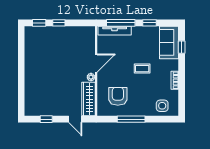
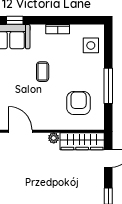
door: (96, 63) -> (20, 131), moved
armchair: (118, 96) -> (79, 103), turned 90

